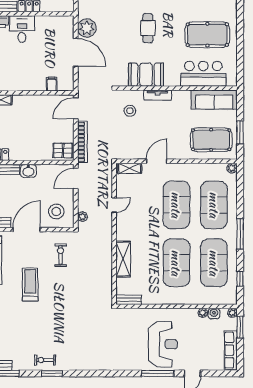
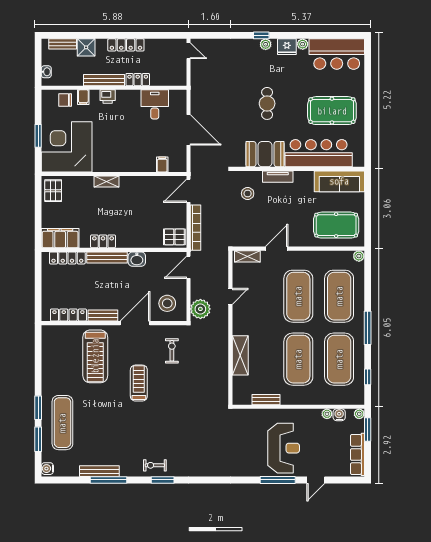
plant: (87, 28) -> (201, 103), removed
desk: (22, 29) -> (155, 104), moved
bar counter: (203, 74) -> (319, 153), width x1.36
window: (240, 132) -> (368, 217), removed
plant: (82, 217) -> (200, 309), width x1.88, depth x1.88
bench: (129, 300) -> (266, 400), moved

